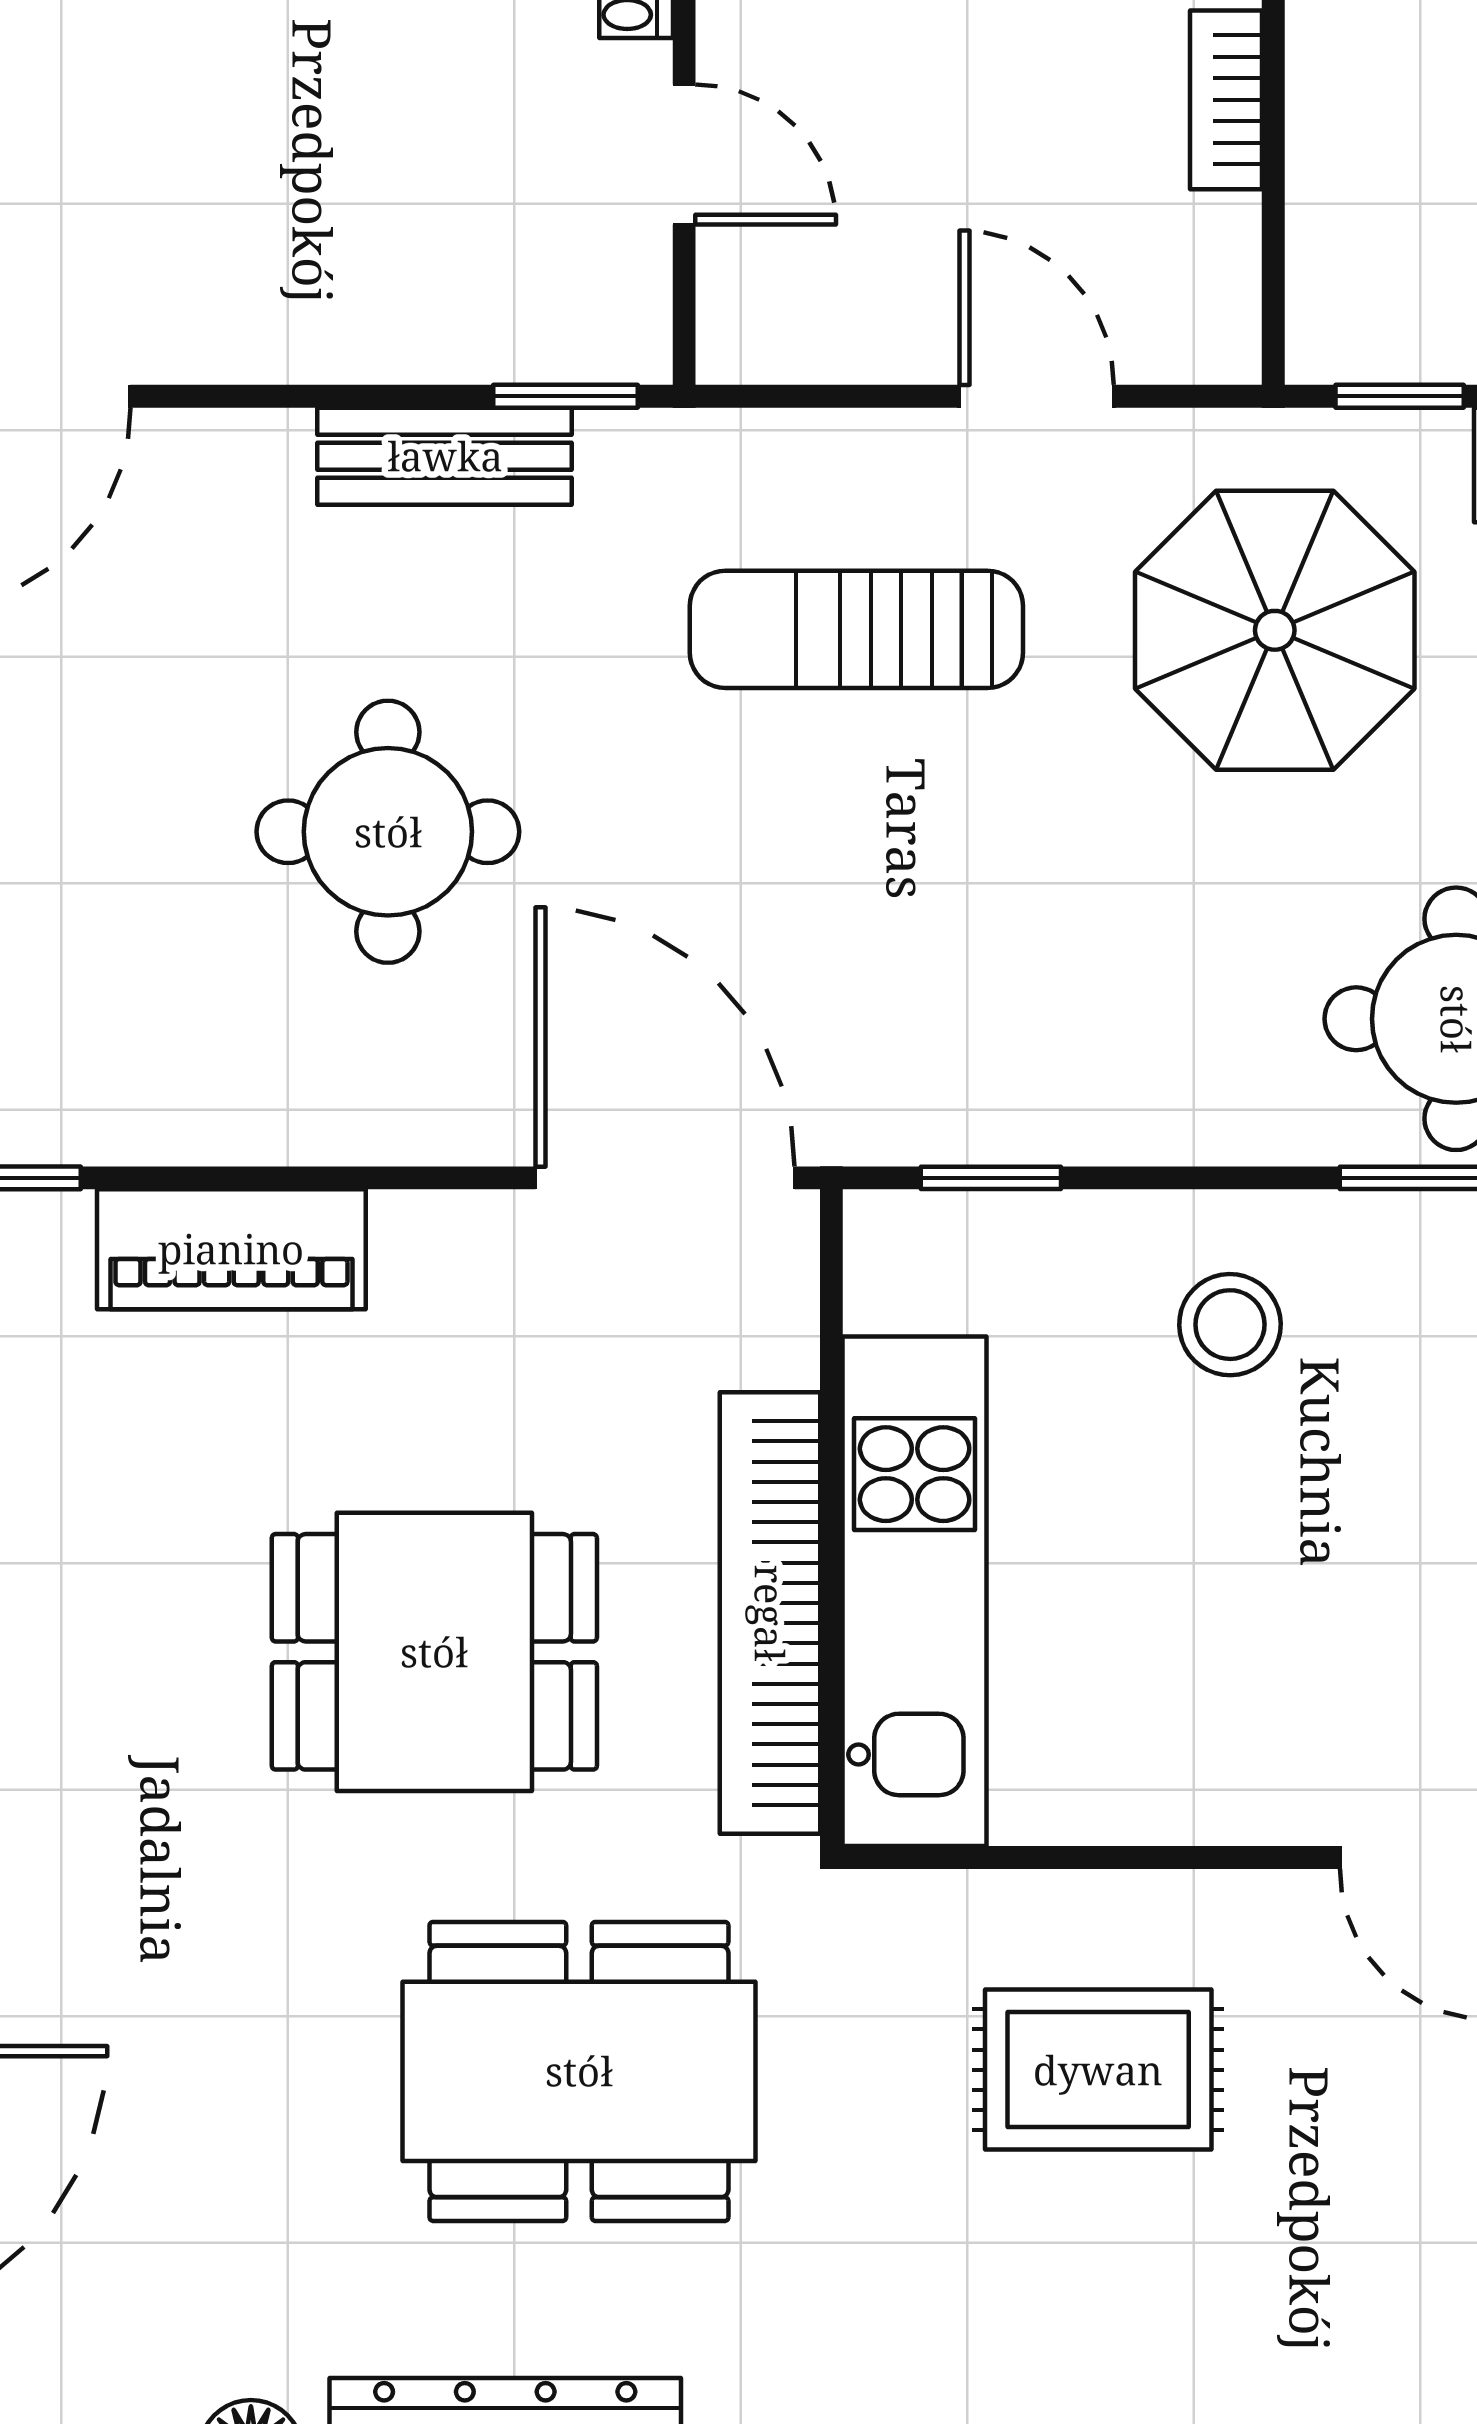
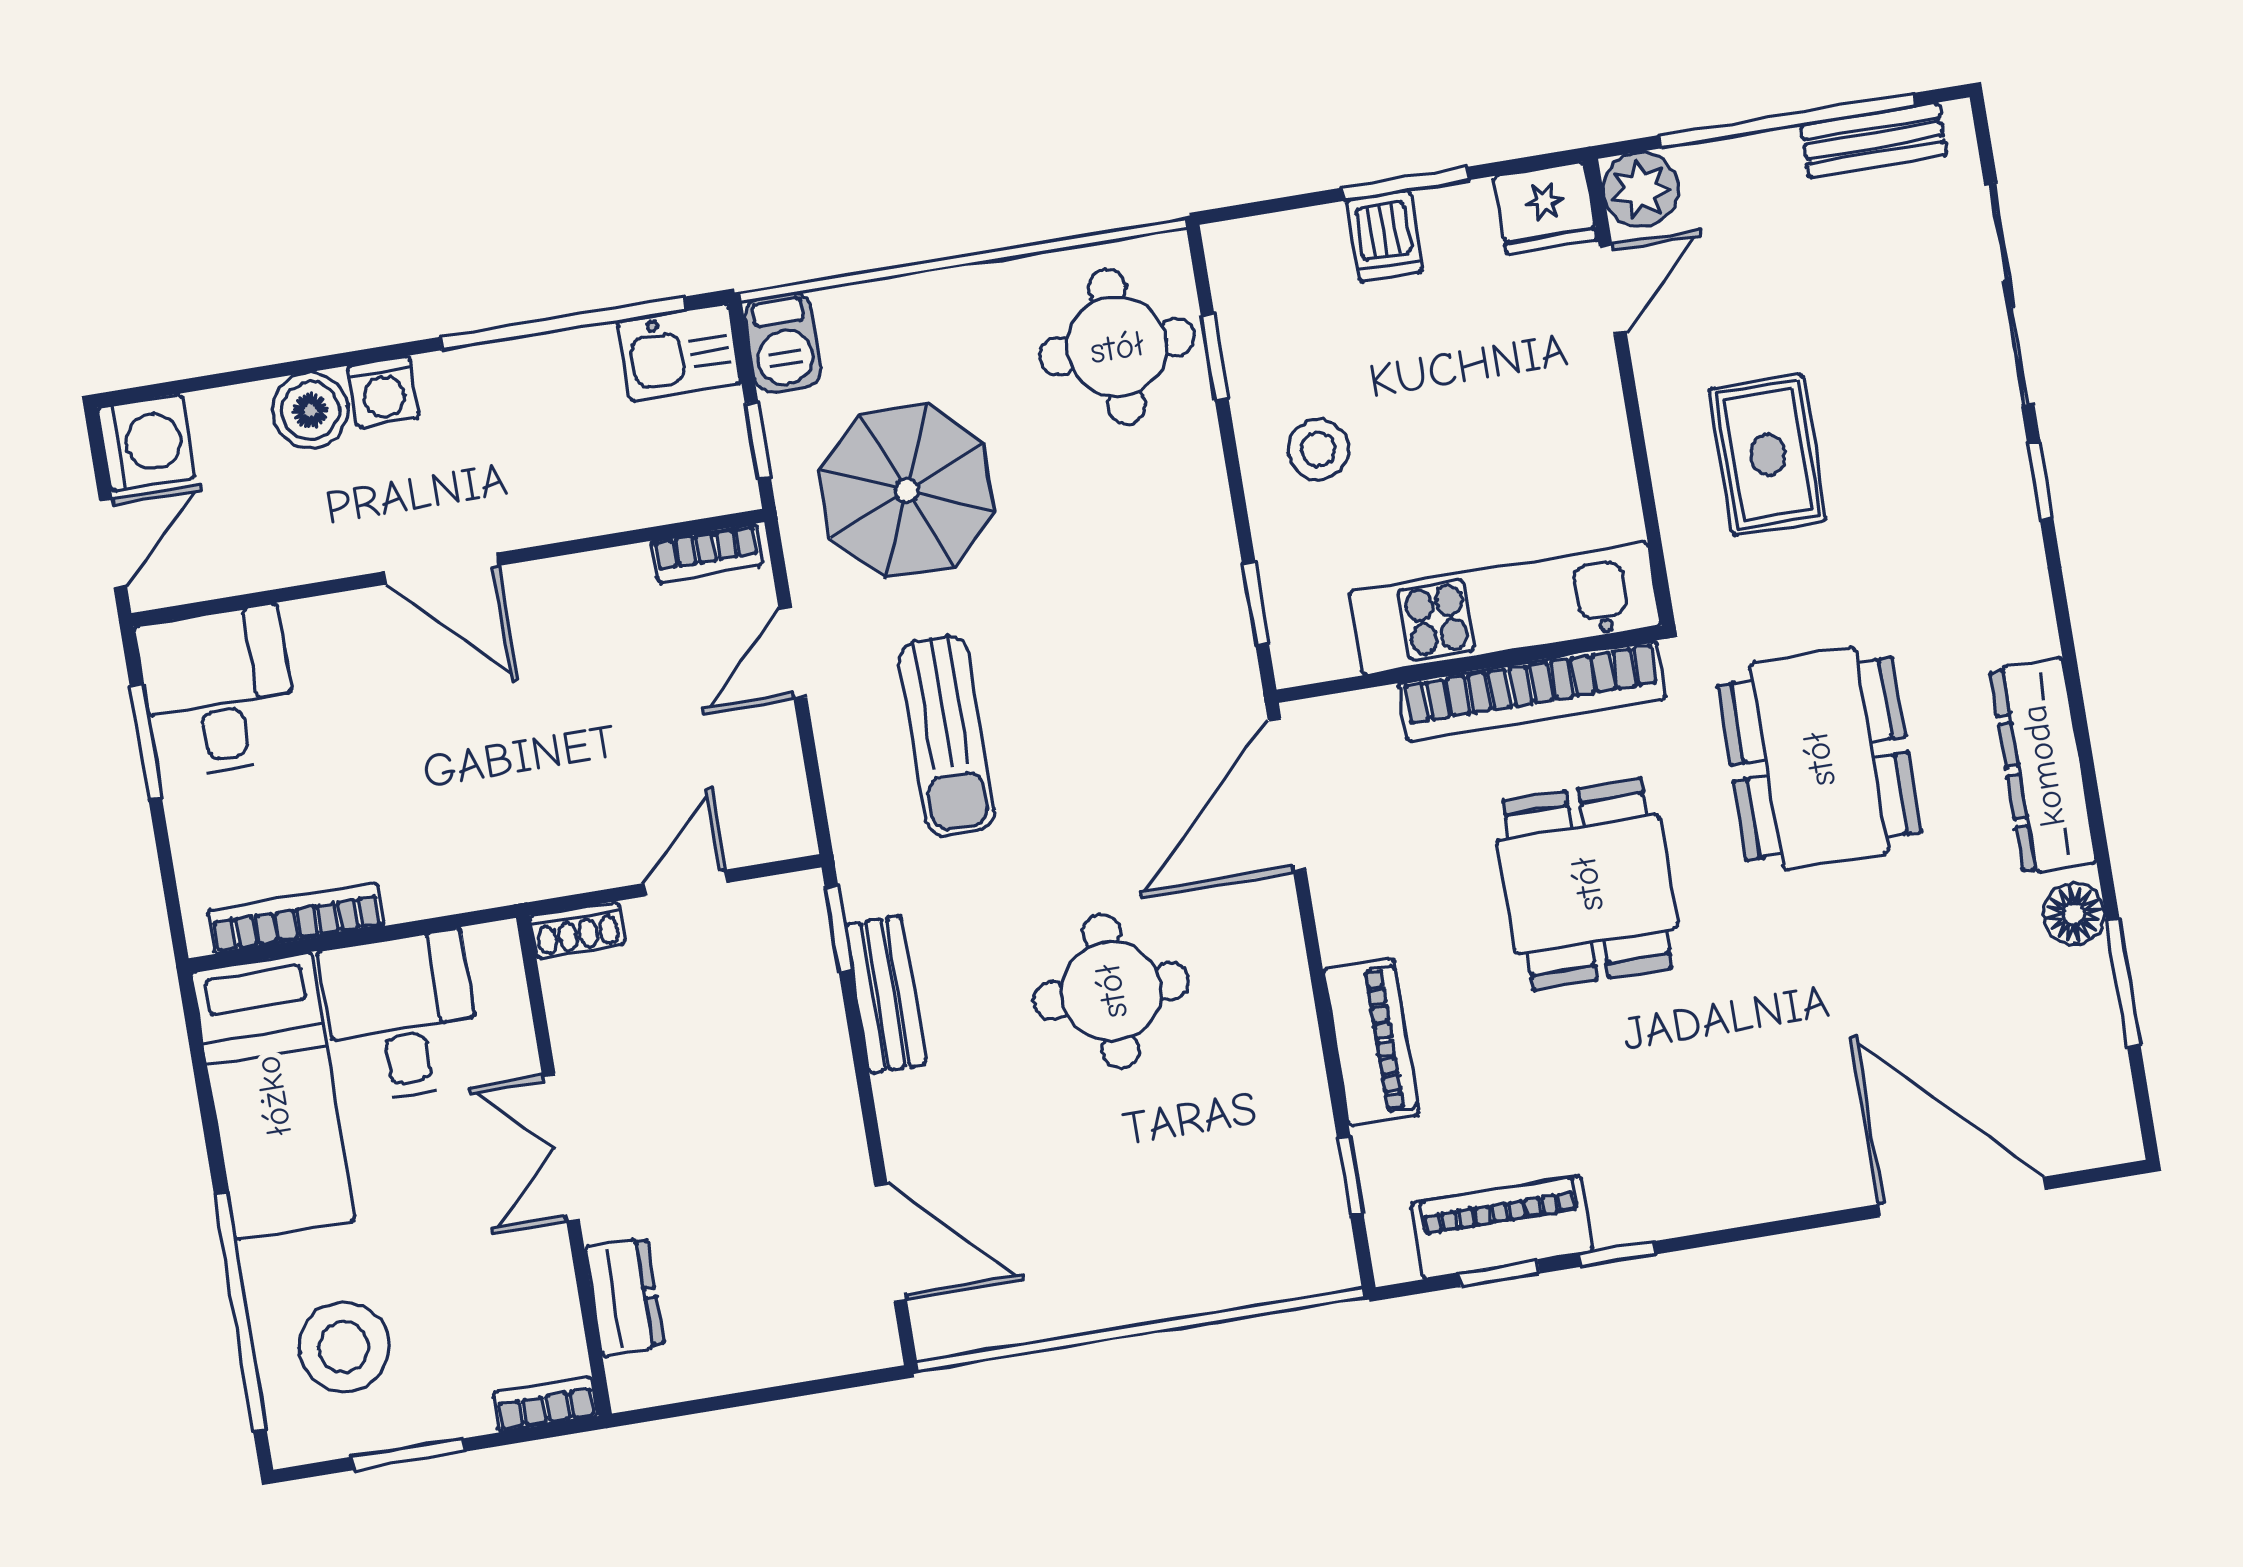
bookcase: (1226, 100) -> (707, 553), moved

